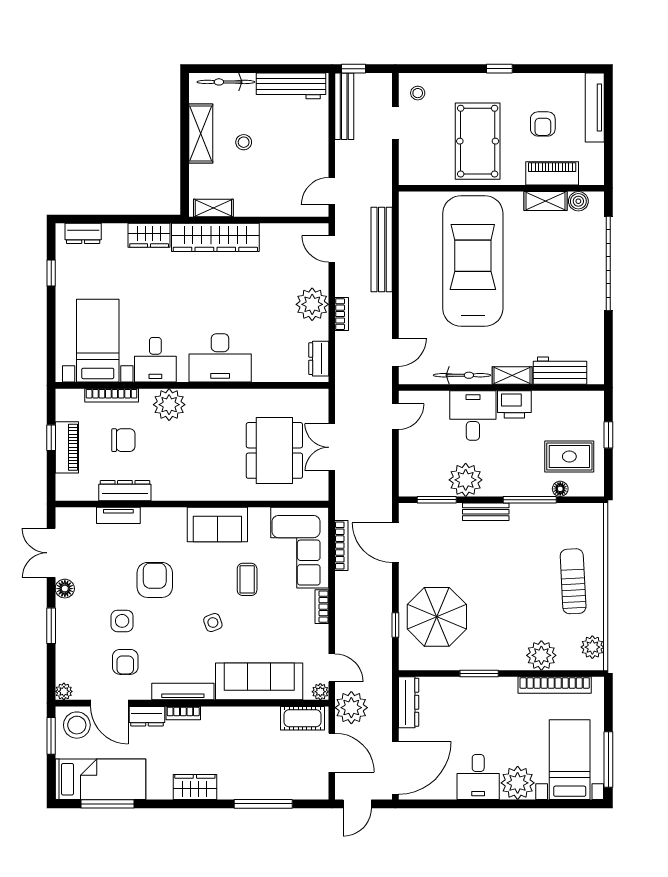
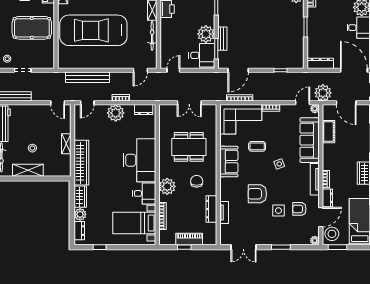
shelving: (213, 208) -> (66, 144), moved
plant: (115, 235) -> (80, 214), added
door: (395, 352) -> (140, 70), swing flipped
desk: (220, 358) -> (139, 160), width x1.36, depth x1.30
desk: (473, 415) -> (202, 55), moved, turned 180
door: (395, 417) -> (173, 70), hinge flipped
chair: (123, 440) -> (197, 181), moved
dining table: (274, 450) -> (189, 147), moved
bench: (486, 512) -> (222, 39), moved
floor lamp: (65, 589) -> (262, 240), removed
parasol: (437, 617) -> (276, 49), removed
armchair: (125, 662) -> (299, 209), turned 180
cot: (303, 718) -> (328, 132), moved
door: (332, 753) -> (346, 103), swing flipped

